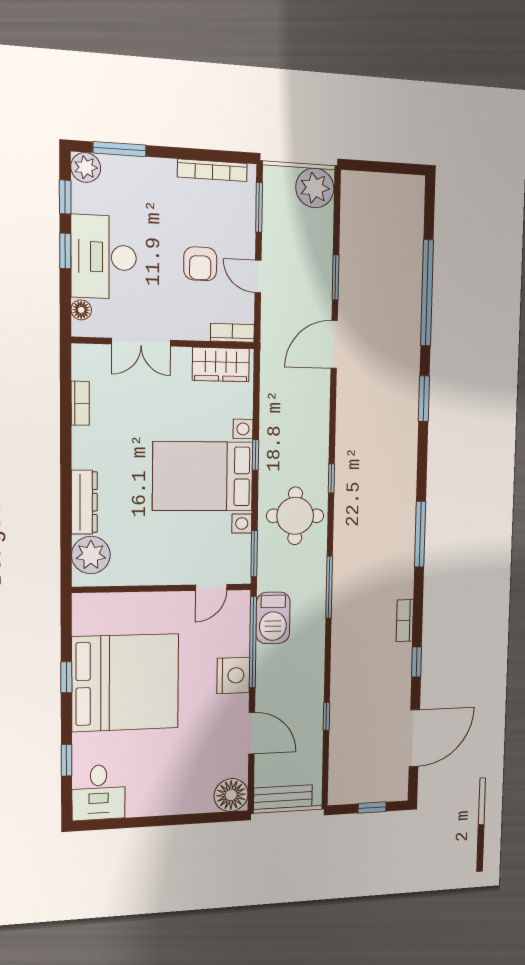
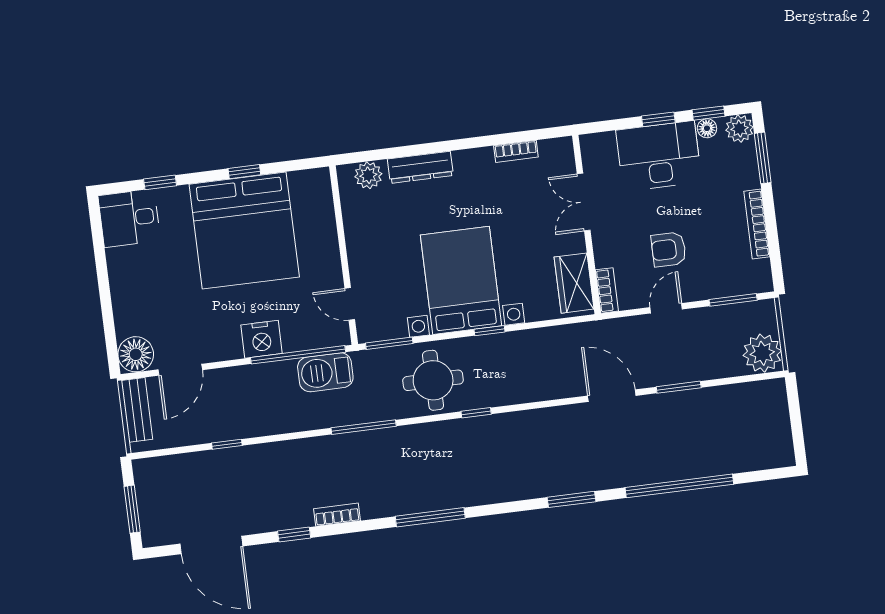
bookcase: (212, 170) -> (757, 224), moved
floor lamp: (81, 310) -> (707, 128), moved
plant: (91, 555) -> (368, 175), width x0.73, depth x0.73
door: (252, 733) -> (180, 370), moved
window: (372, 808) -> (132, 509), width x1.50

